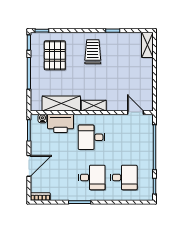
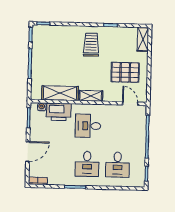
pallet: (55, 55) -> (125, 72), moved, turned 90
desk: (92, 177) -> (87, 164), turned 90
desk: (124, 177) -> (118, 165), turned 90

